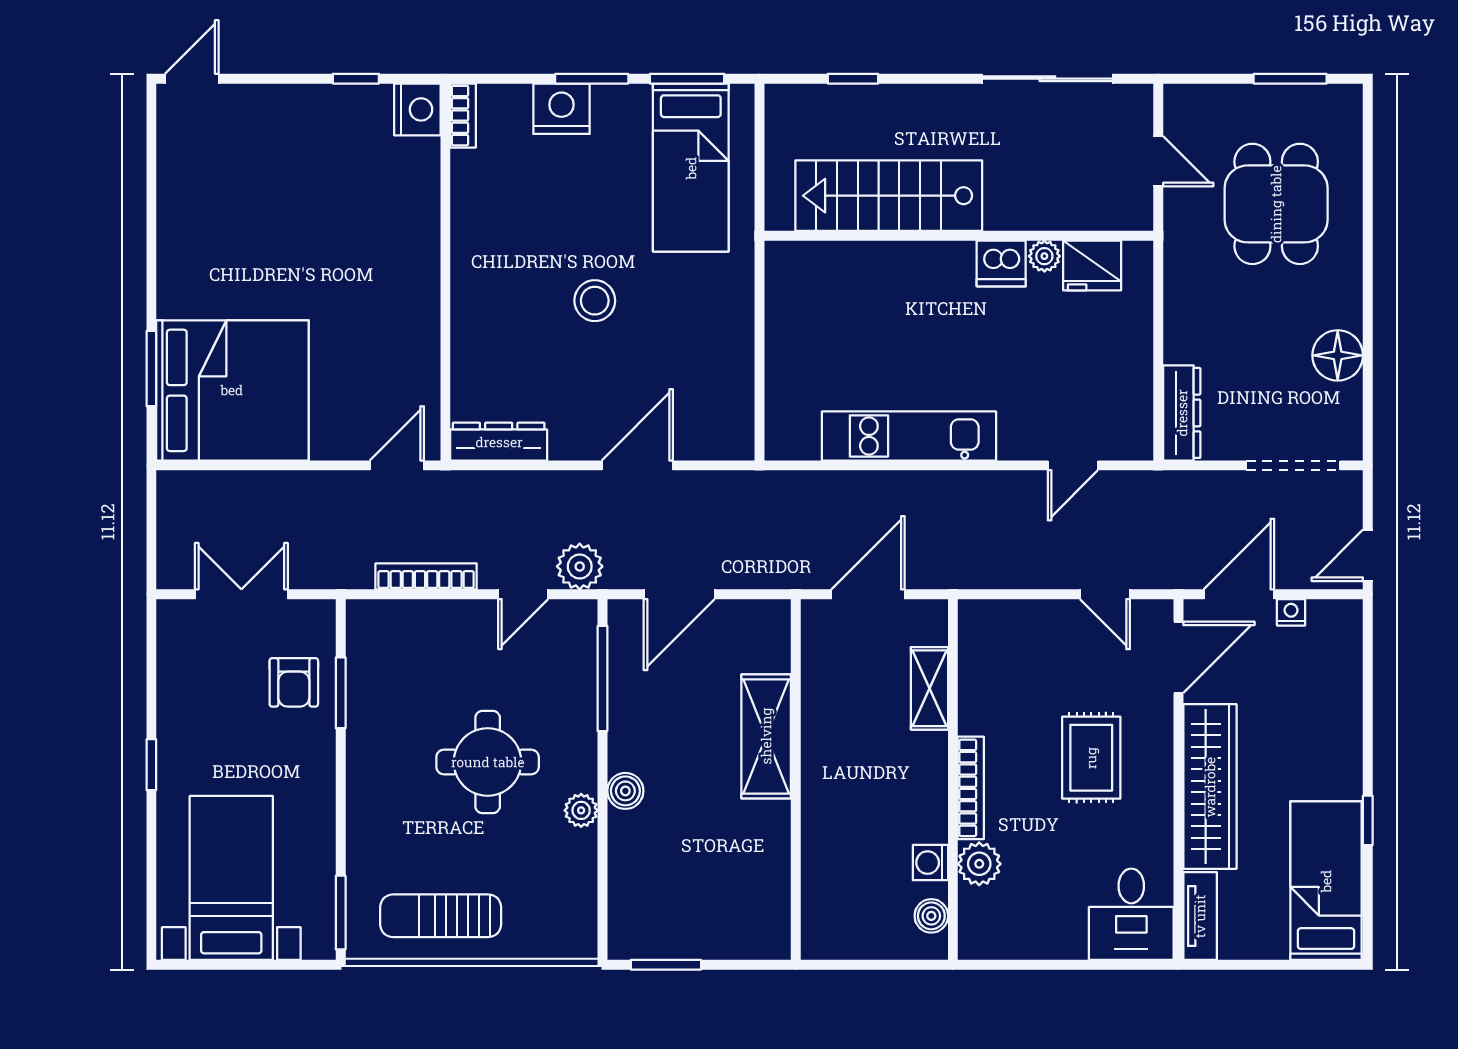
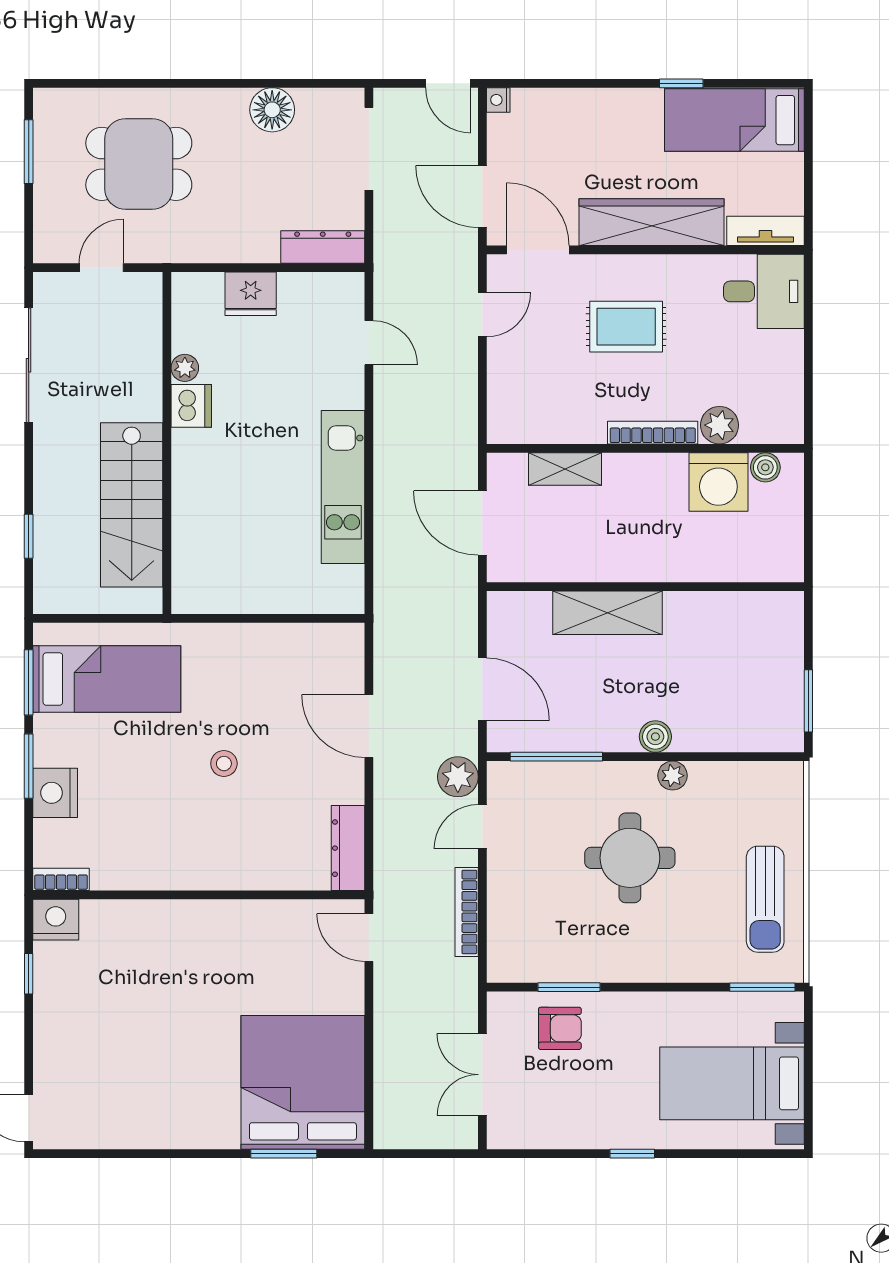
fridge: (1092, 266) -> (251, 294), moved, turned 90
stool: (595, 301) -> (224, 764), width x0.73, depth x0.73
door: (523, 594) -> (482, 827), swing flipped
nightstand: (1291, 612) -> (498, 100), moved
washing machine: (930, 863) -> (718, 482), width x1.89, depth x1.89

